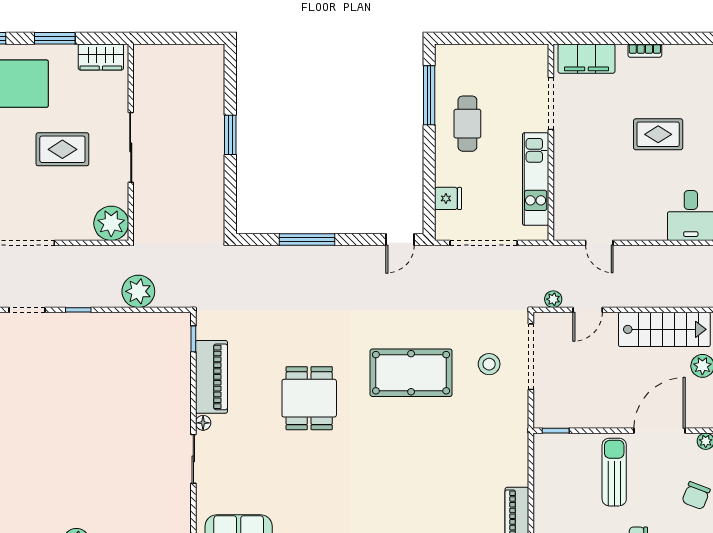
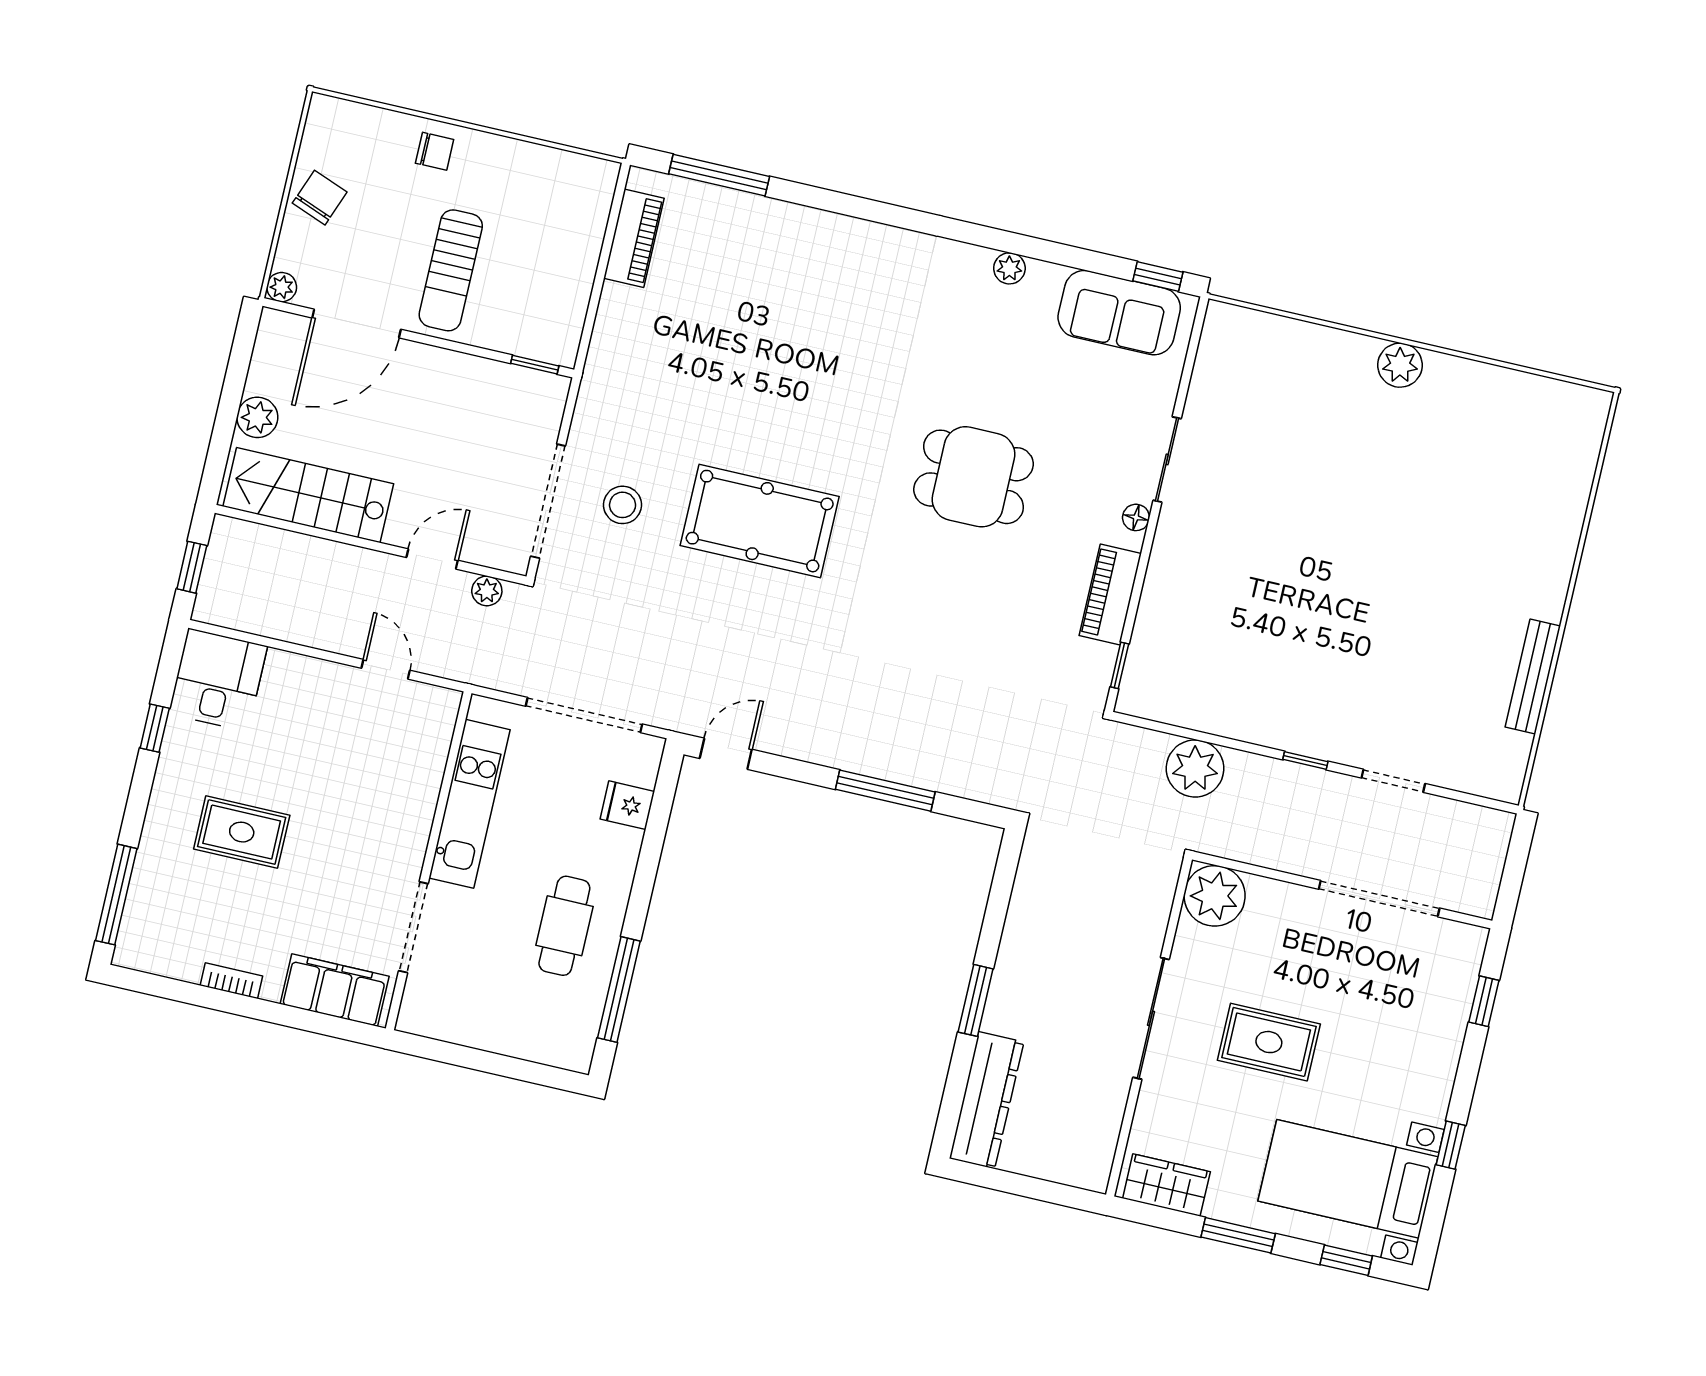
dresser: (211, 81) -> (987, 1100), added
piano: (211, 377) -> (1110, 594), width x0.73, depth x0.75
dining table: (309, 398) -> (974, 477), moved, turned 90

